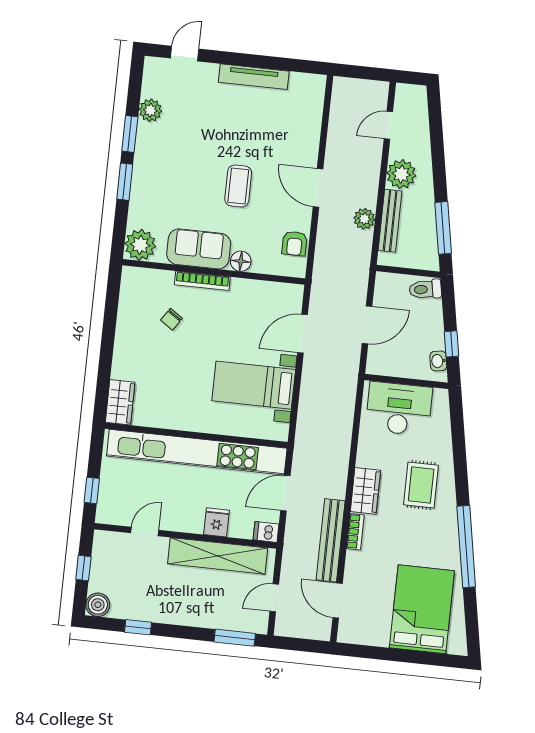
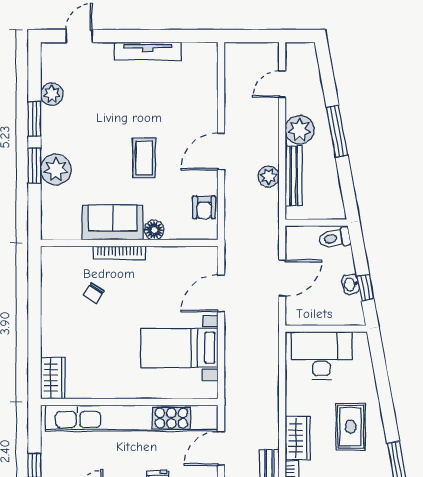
door: (318, 188) -> (221, 152), hinge flipped
window: (443, 228) -> (337, 131), moved
plant: (140, 245) -> (56, 169), moved
washbasin: (438, 361) -> (351, 284), moved

